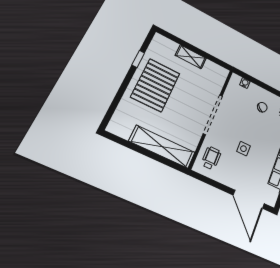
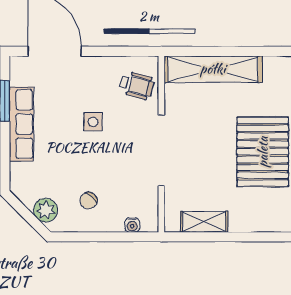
shelving: (191, 57) -> (204, 222), moved
wheelchair: (211, 158) -> (137, 85), turned -75

